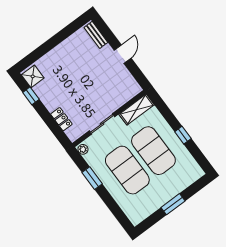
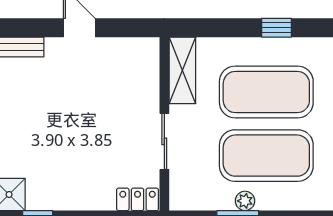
locker: (61, 119) -> (138, 199), moved
plant: (83, 149) -> (245, 201), moved

